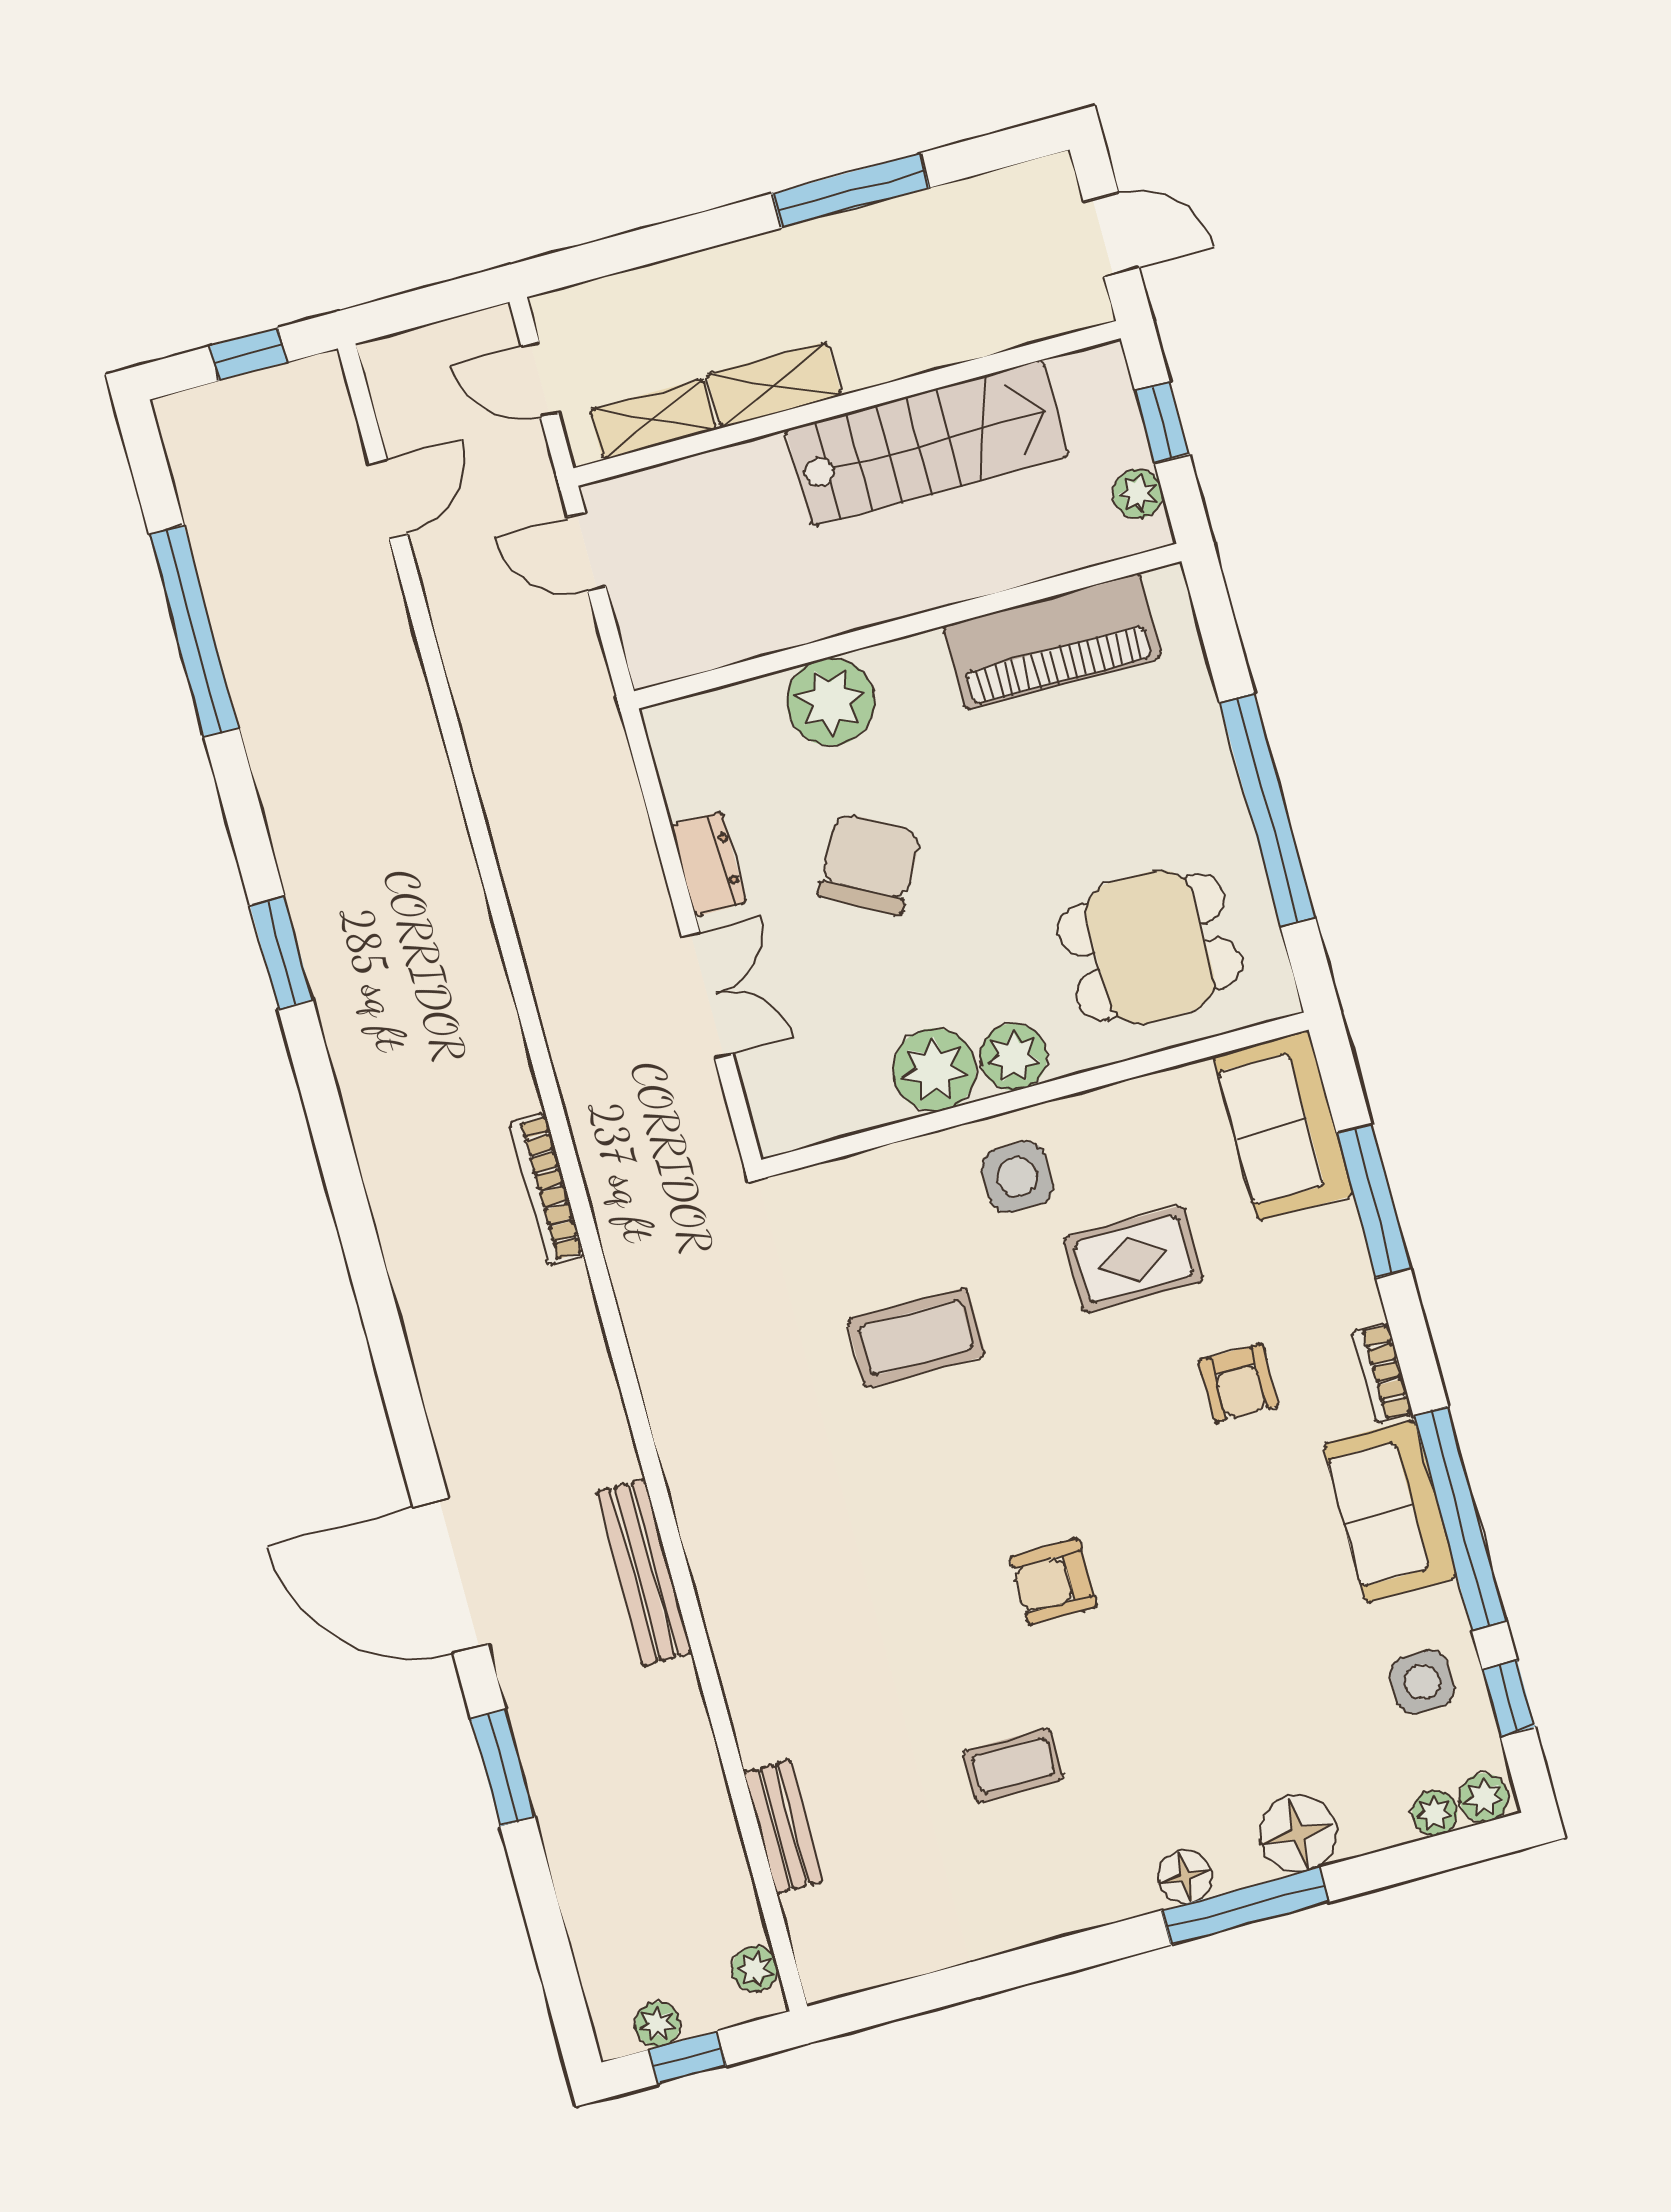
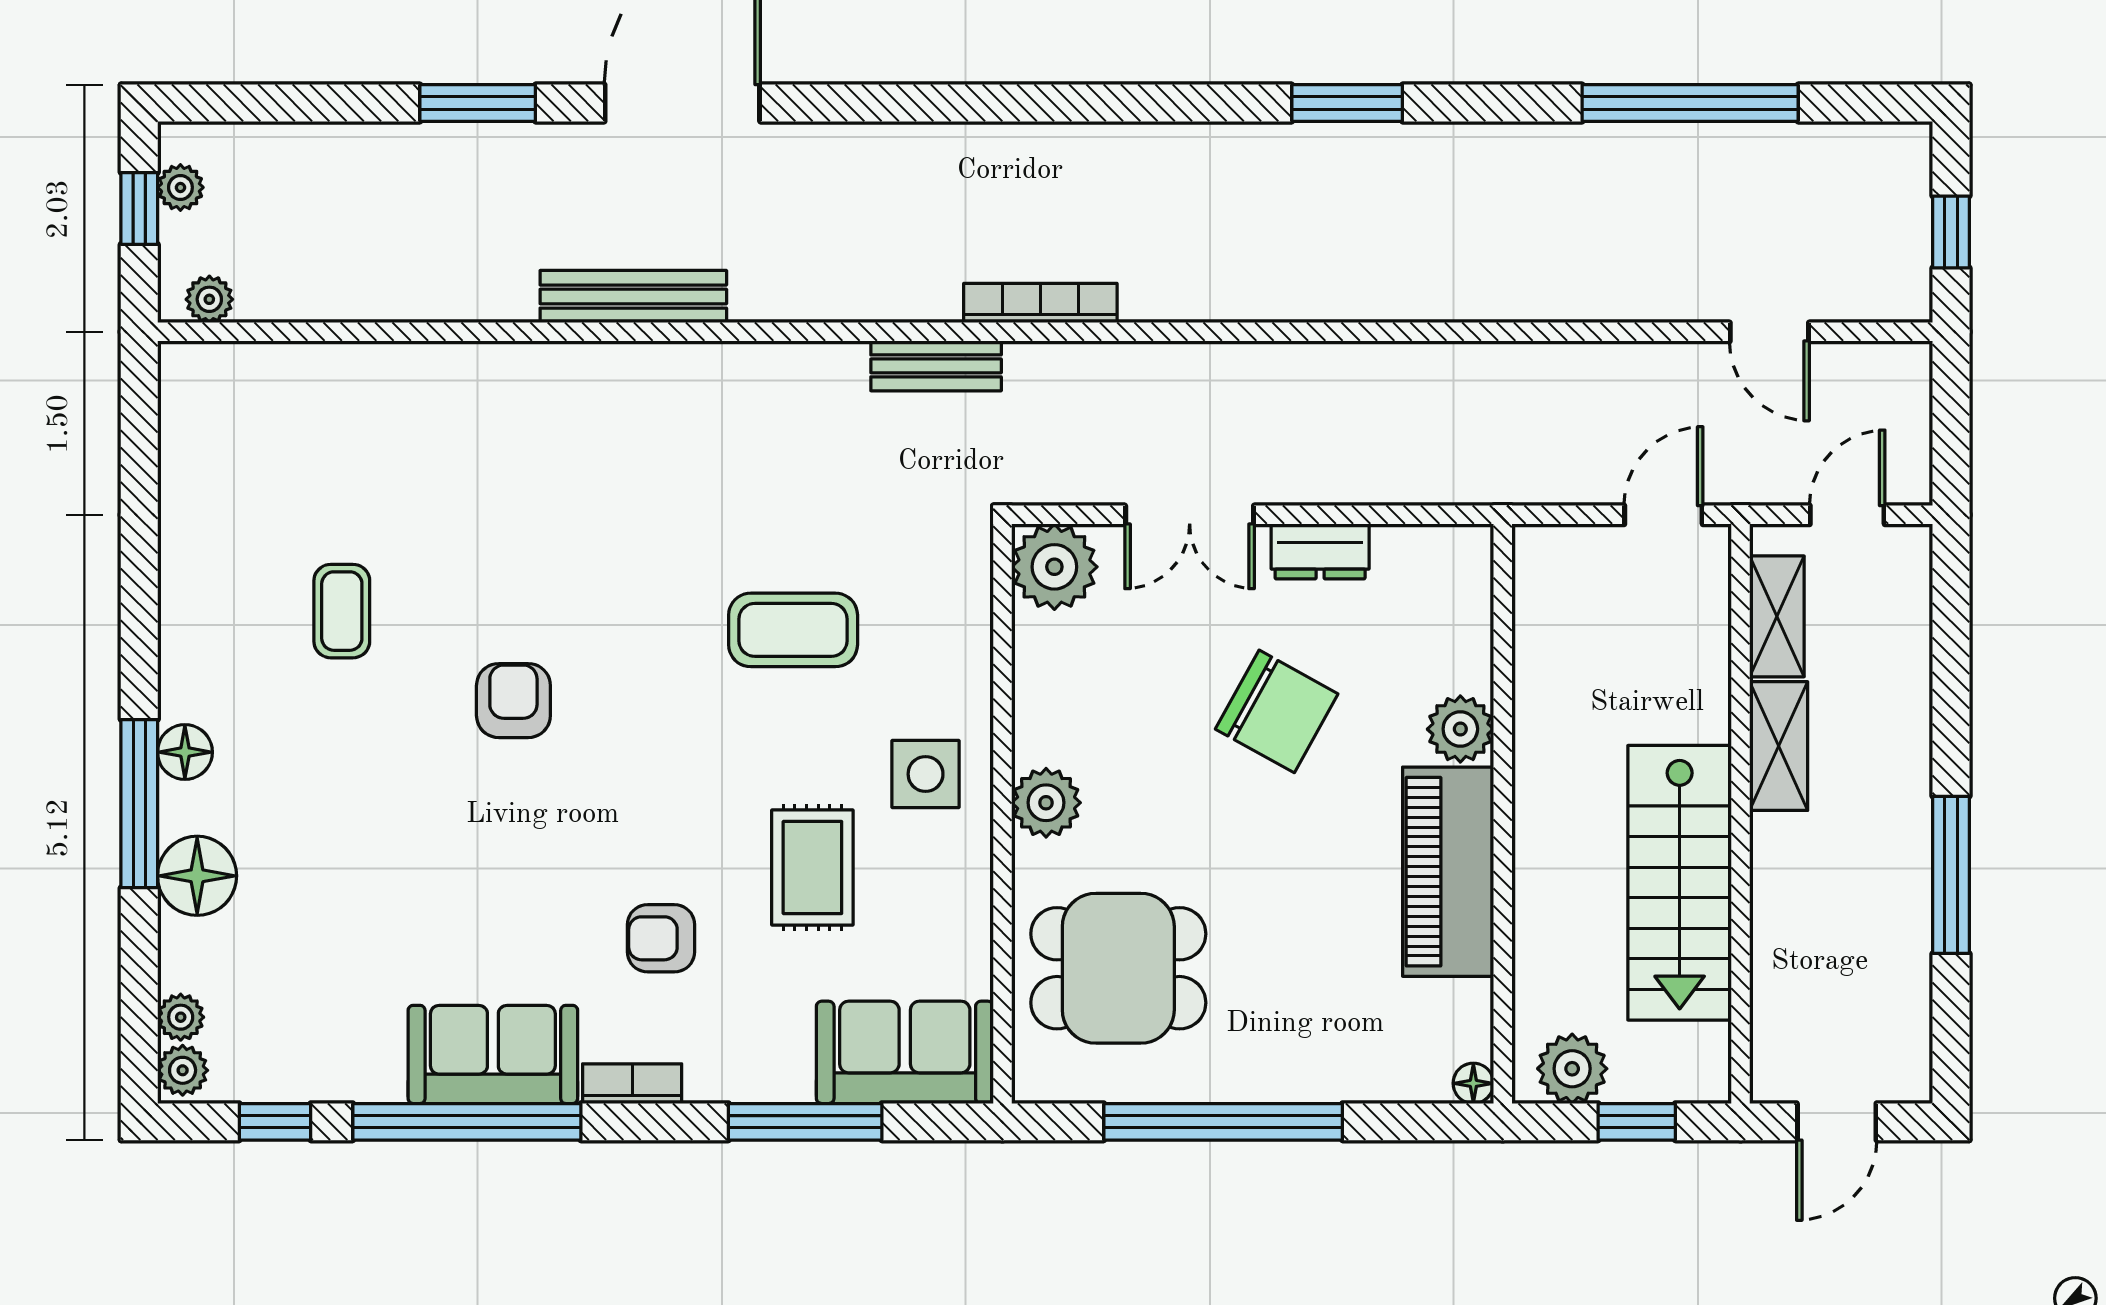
plant: (1138, 494) -> (1572, 1069), width x1.38, depth x1.38
floor lamp: (1168, 585) -> (1473, 1083), added
piano: (1053, 642) -> (1448, 872), moved
plant: (831, 702) -> (1460, 729), width x0.73, depth x0.73
dining table: (1150, 947) -> (1118, 968), turned 90
plant: (934, 1070) -> (1054, 567), moved
coffee table: (916, 1338) -> (793, 630), turned 90
side table: (1422, 1682) -> (314, 1040), removed
bench: (783, 1827) -> (936, 366), moved

